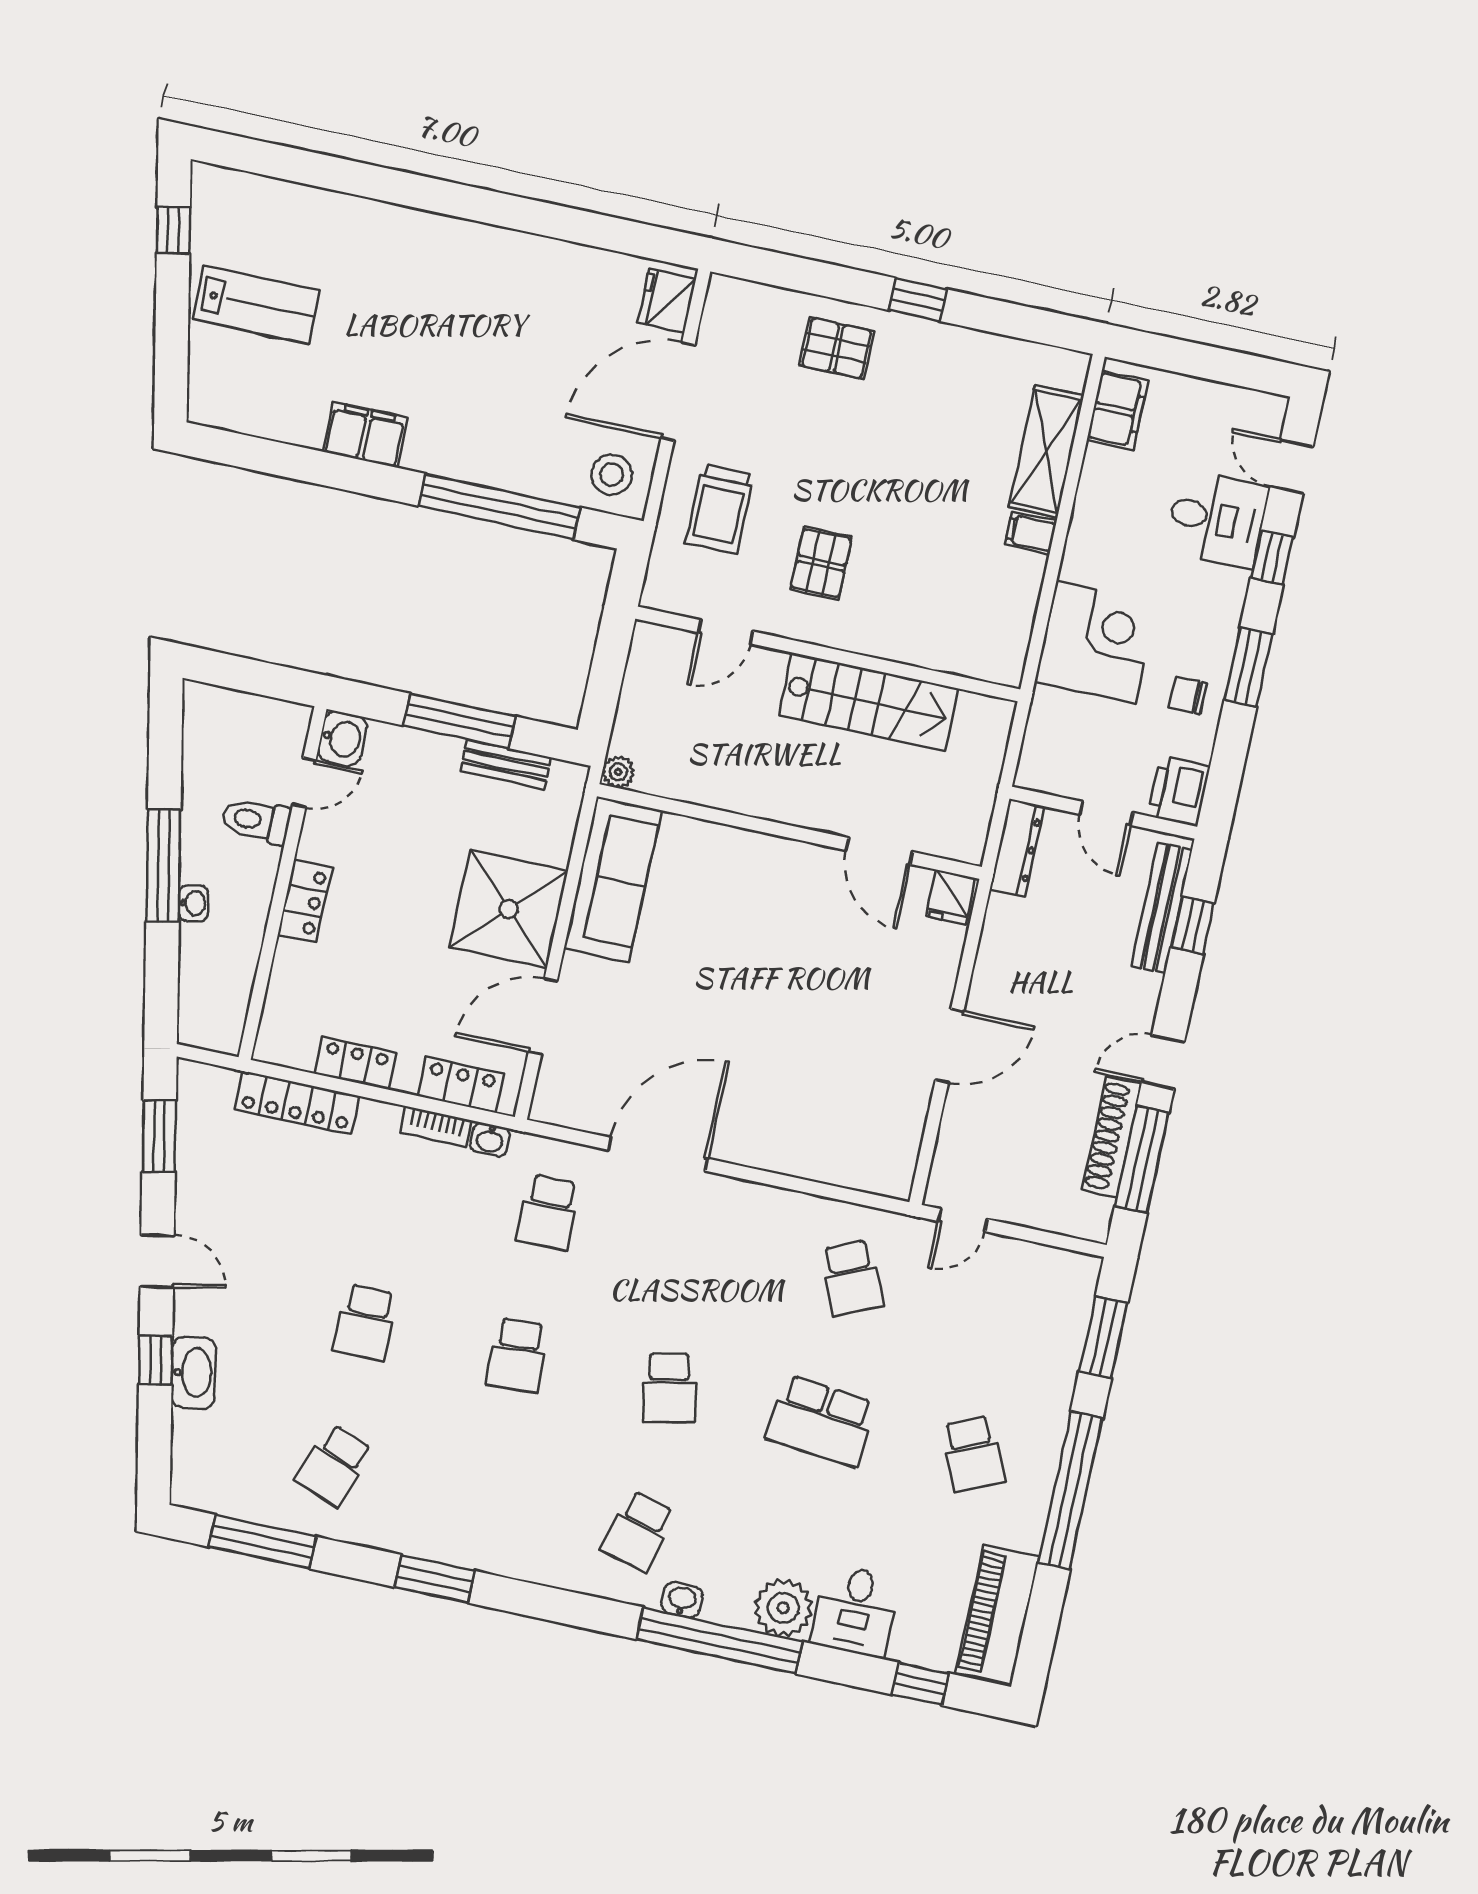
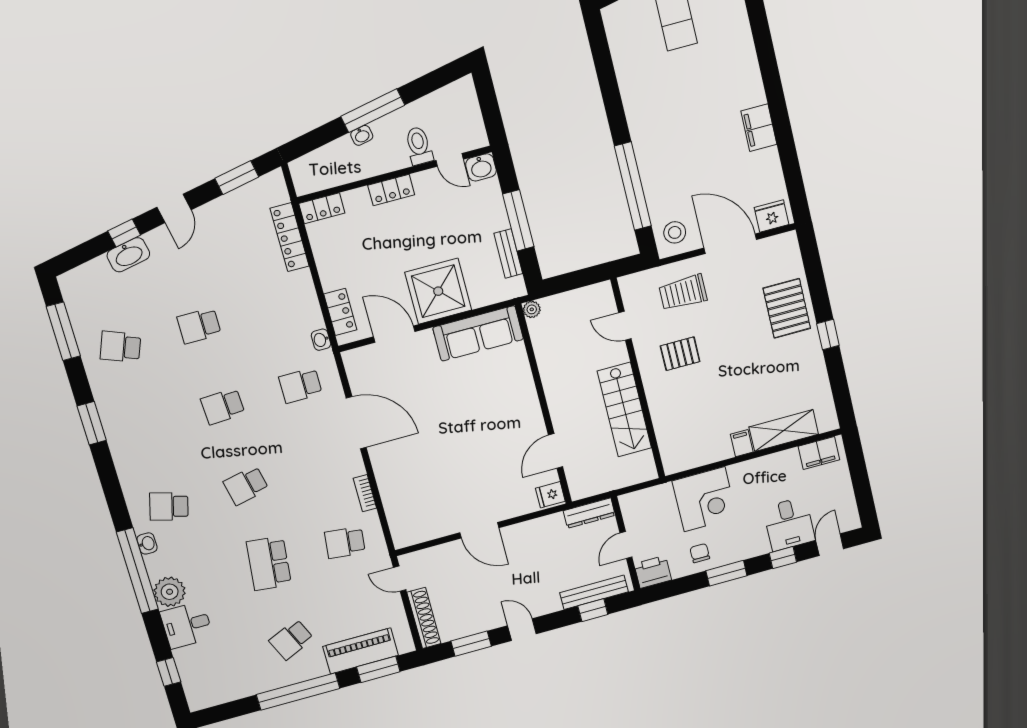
pallet: (837, 348) -> (787, 308), width x1.50, depth x1.42
filing cabinet: (365, 435) -> (759, 128), moved, turned 180
locker: (355, 1063) -> (322, 208), moved, turned 90
bookcase: (436, 1126) -> (365, 493), moved
shoe rack: (1112, 1137) -> (424, 618), moved, turned 90
window: (1142, 1159) -> (471, 644), width x0.69
school desk: (852, 1278) -> (345, 542), turned 30
piano: (998, 1615) -> (361, 651), moved

